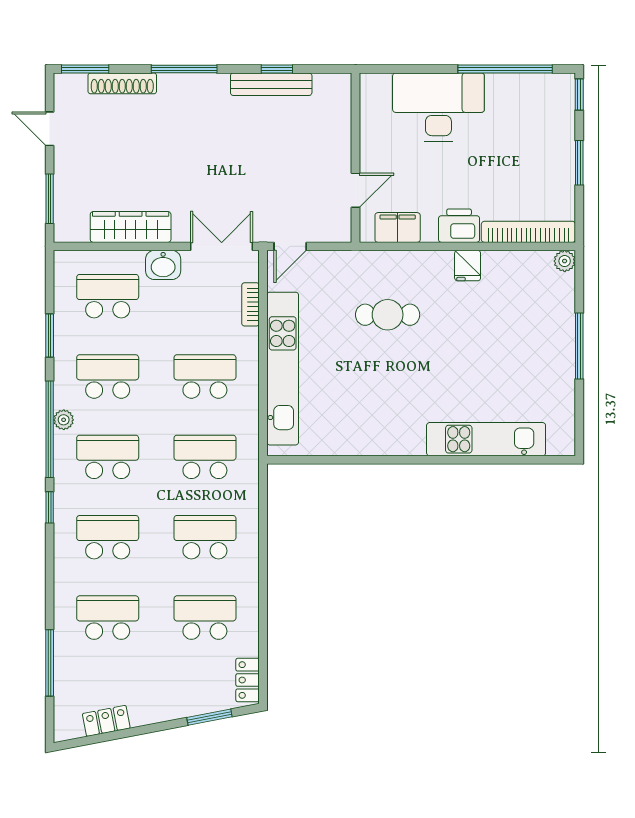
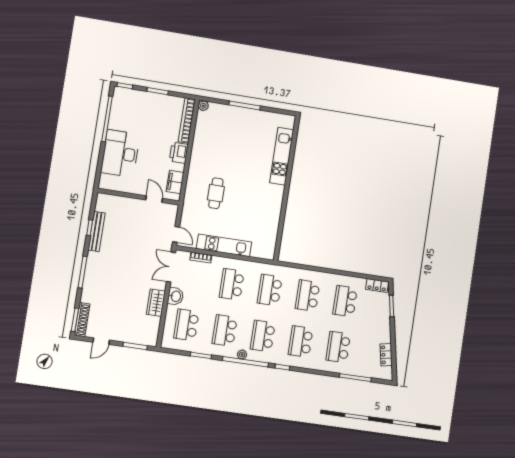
shoe rack: (122, 83) -> (82, 320), moved
wardrobe: (131, 227) -> (156, 303), width x0.67
fridge: (468, 266) -> (198, 152), removed
kitchen unit: (283, 369) -> (224, 245), width x0.73

